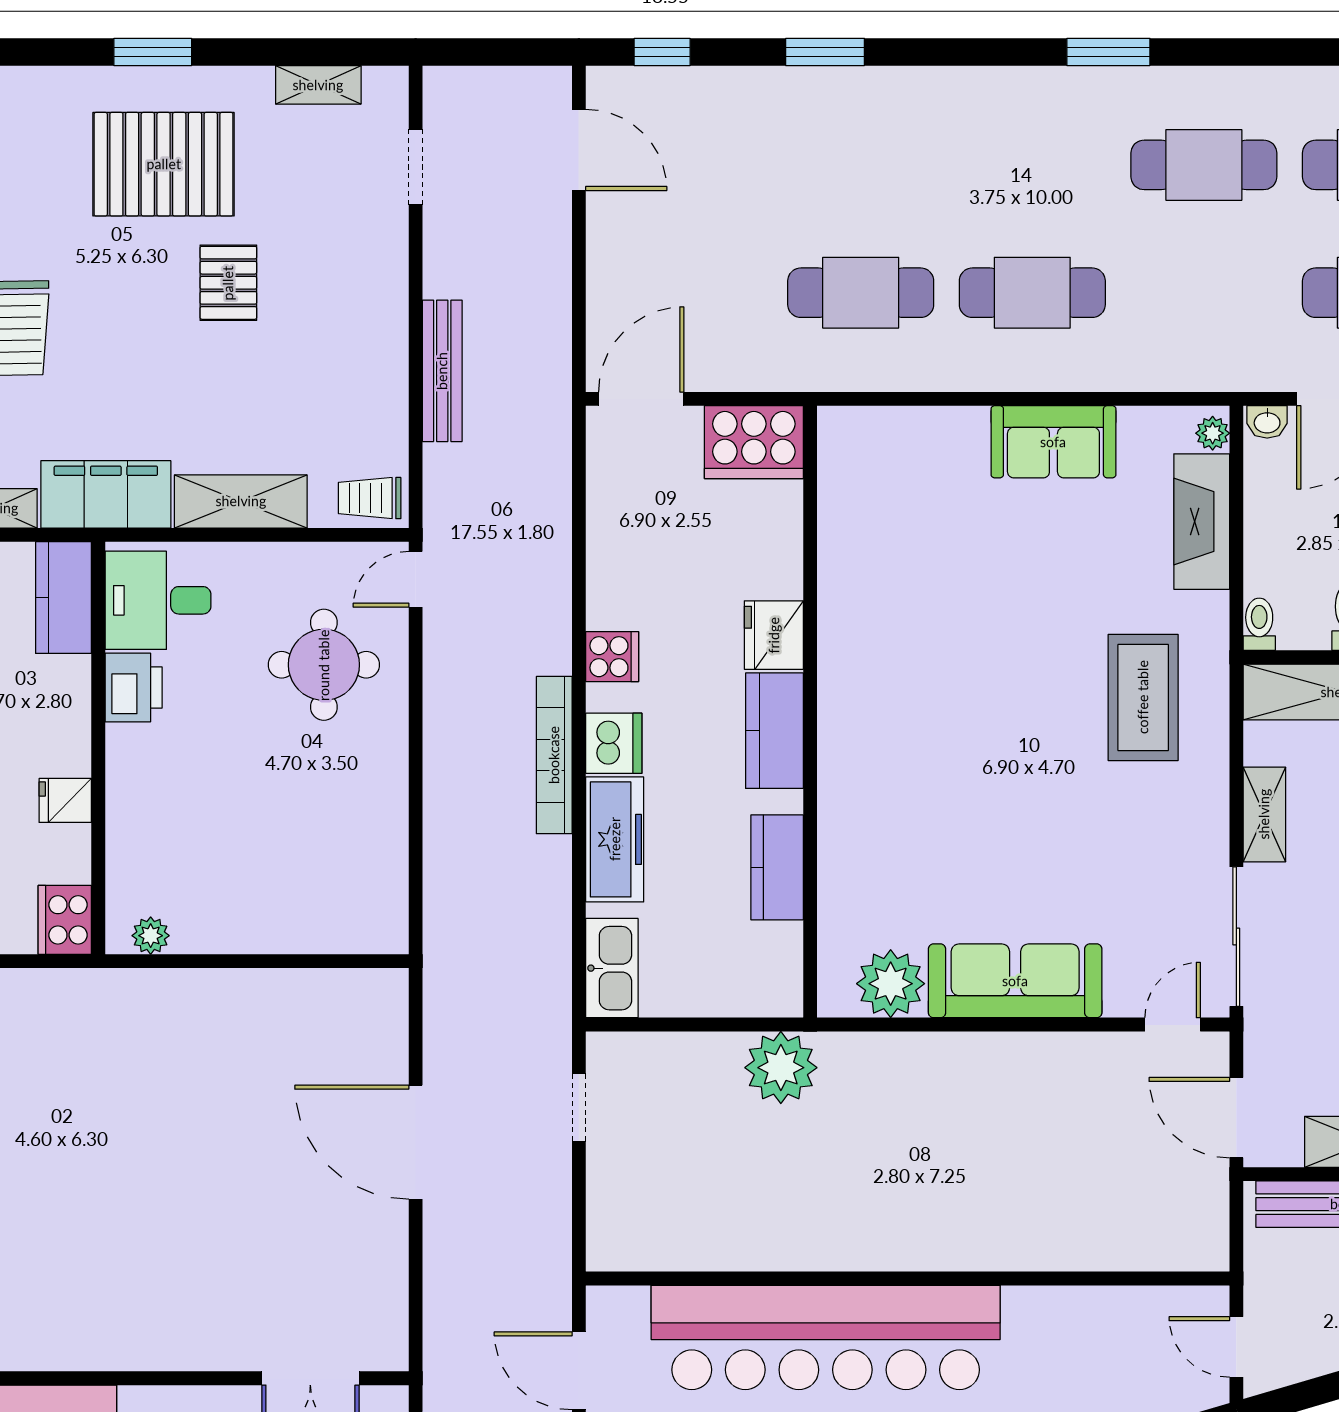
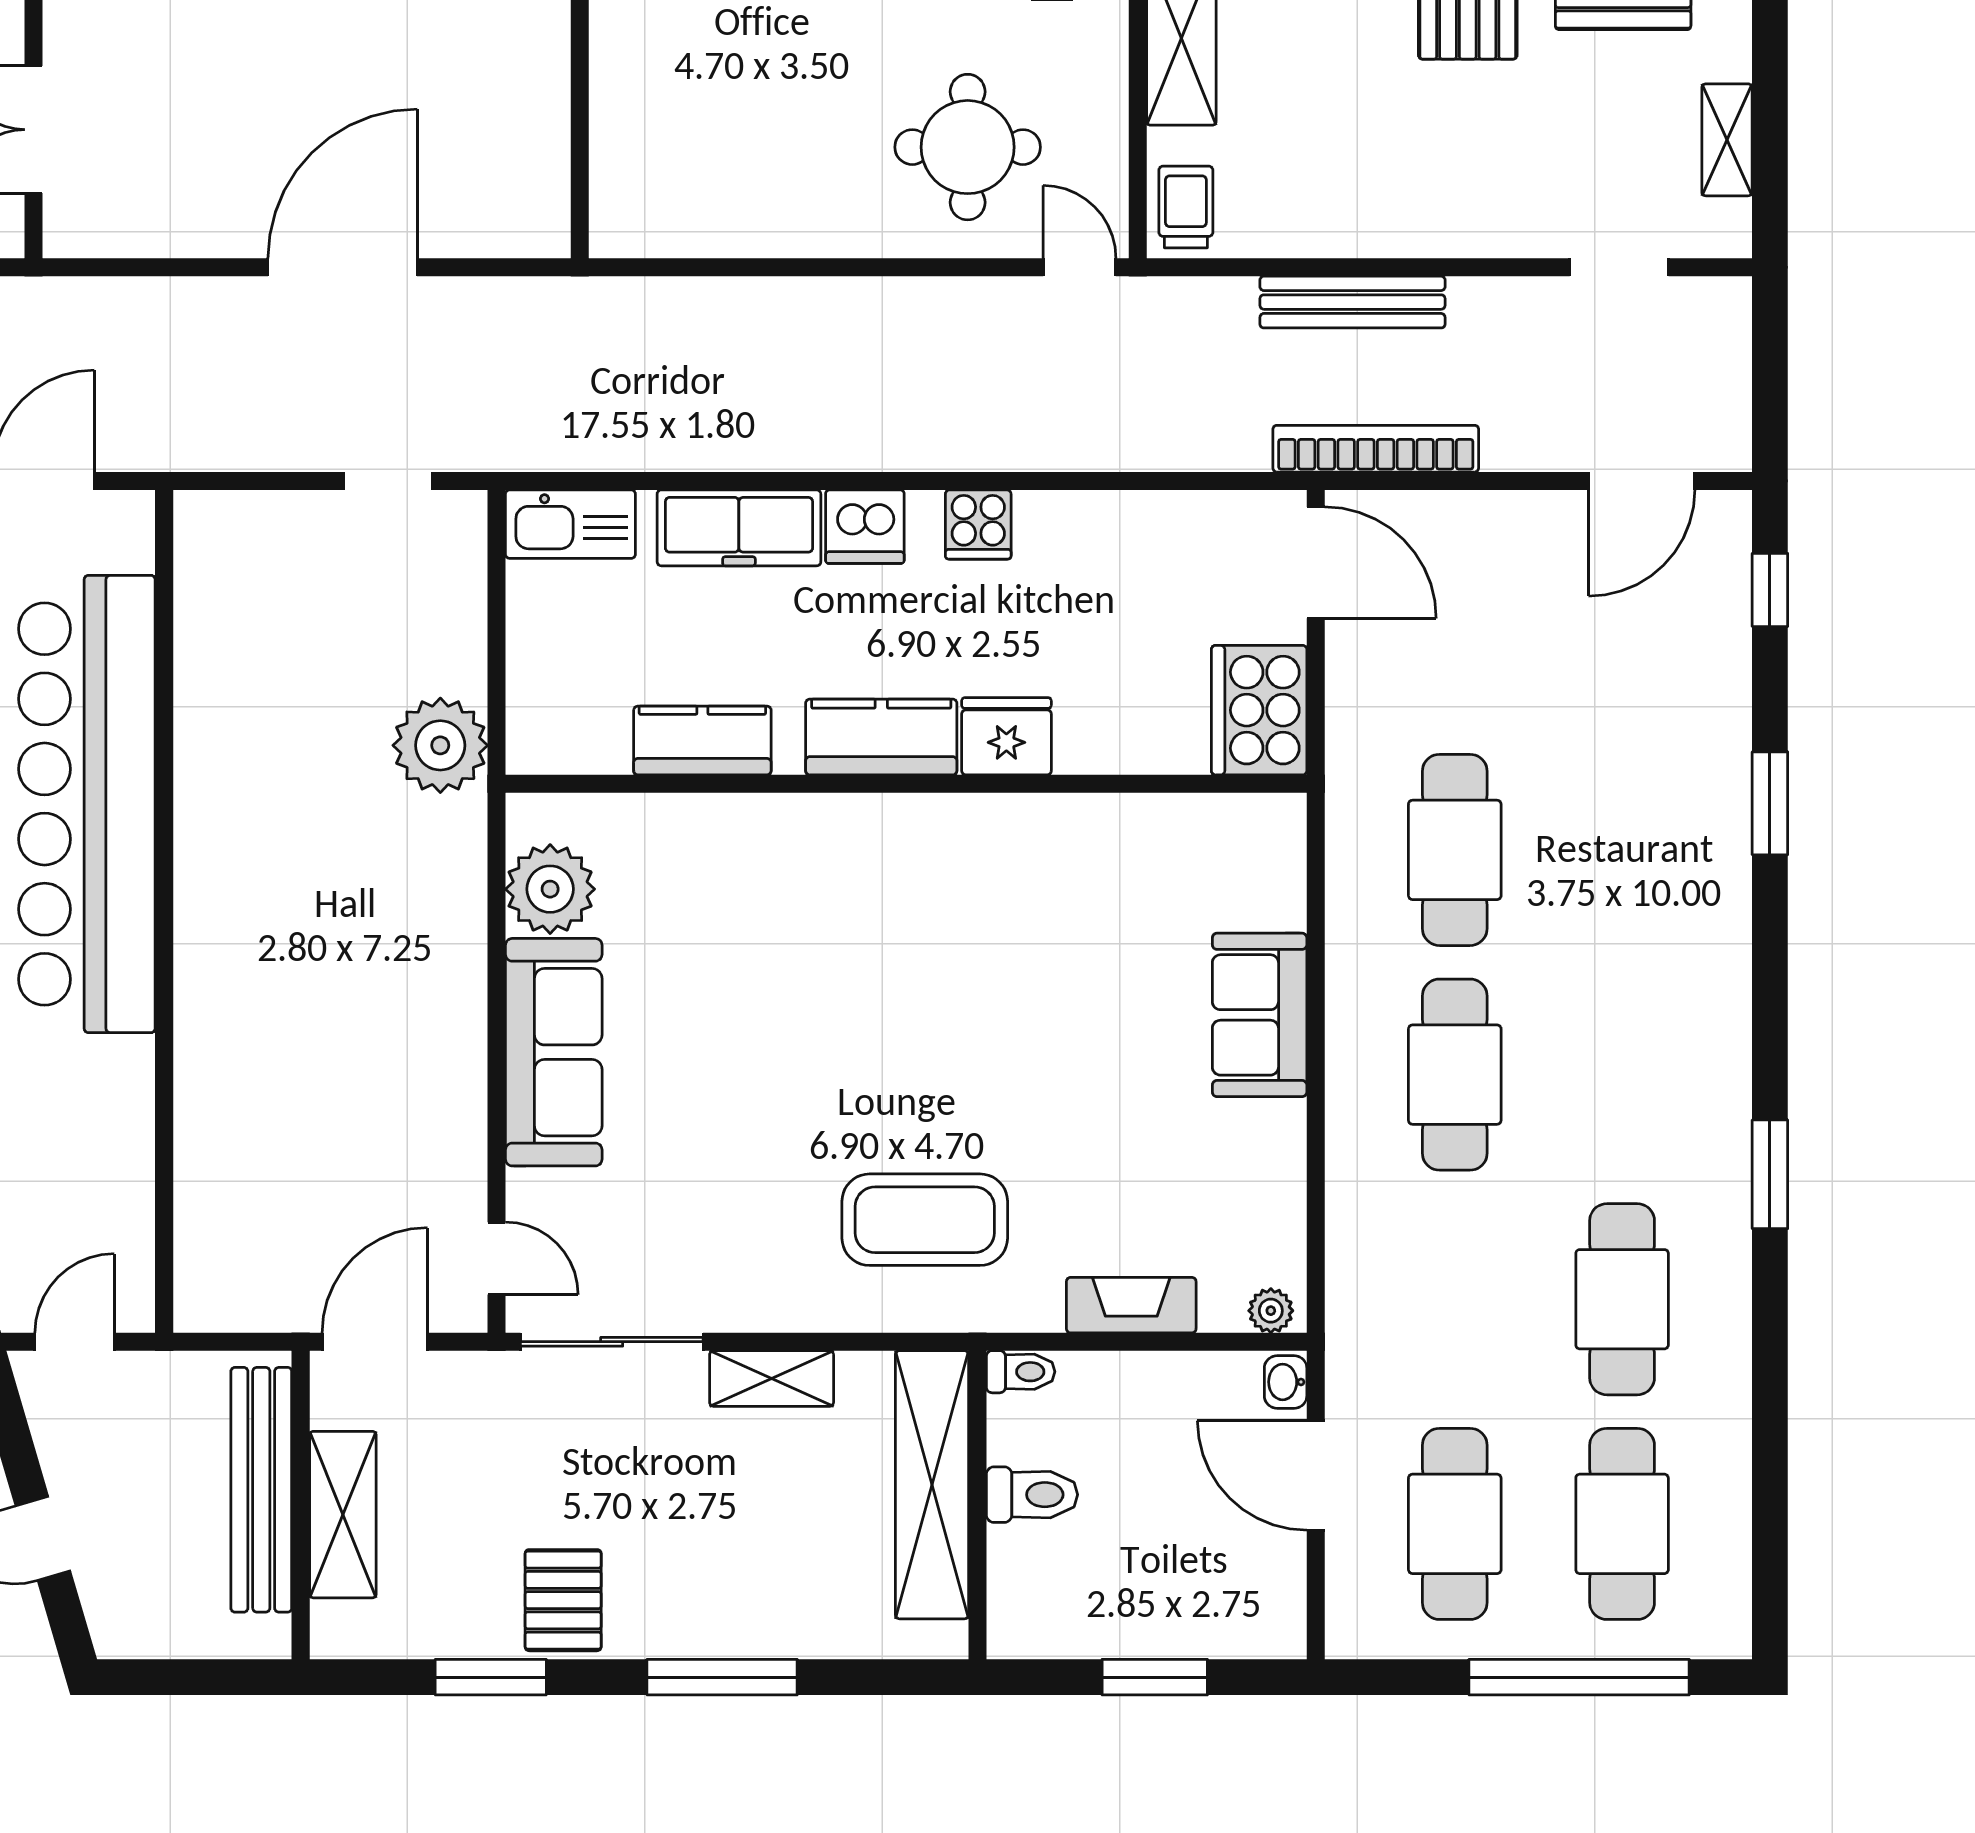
sofa: (1053, 442) -> (1260, 1015), moved
fireplace: (1202, 522) -> (1131, 1305), width x0.73, depth x0.76
bookcase: (554, 755) -> (1376, 449), moved

